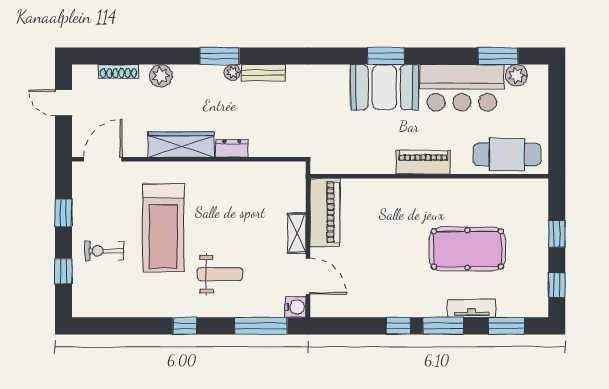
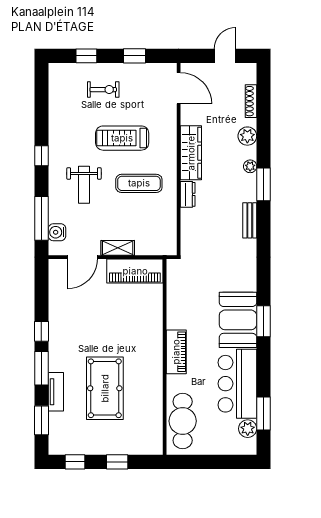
plant: (232, 72) -> (250, 166), moved
exercise mat: (218, 207) -> (139, 183), added
treadmill: (163, 228) -> (122, 138), width x0.73, depth x0.73
exercise bike: (104, 251) -> (103, 90), turned 90
water cooler: (295, 307) -> (57, 232), moved, turned 90

